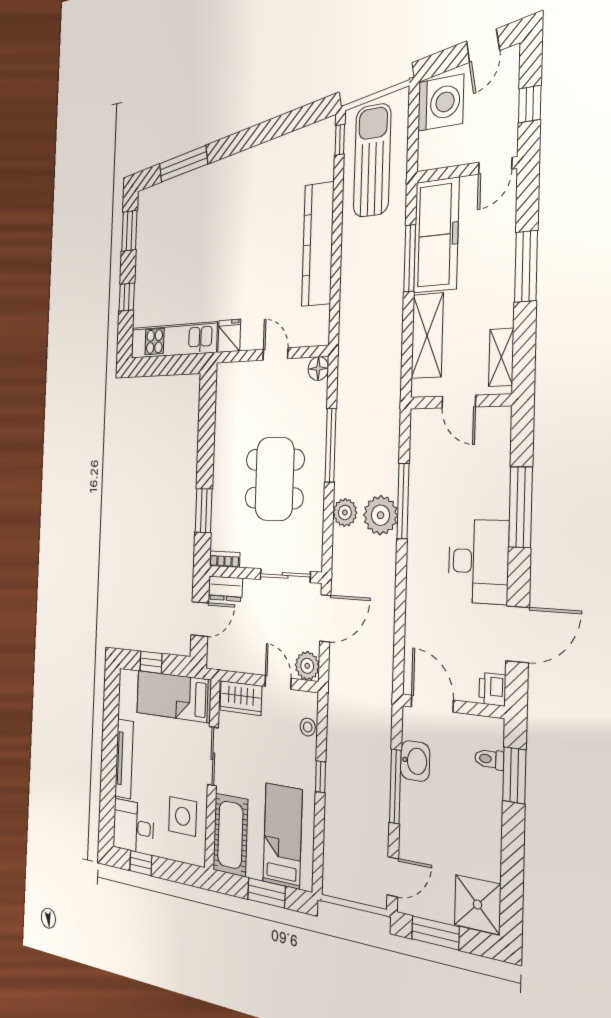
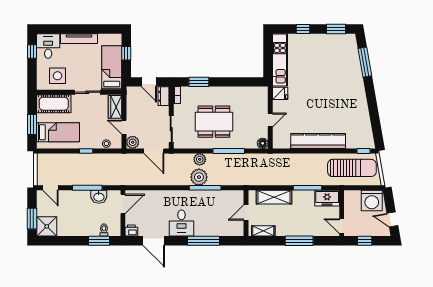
freezer: (436, 235) -> (327, 198), width x0.52, depth x0.79
desk: (478, 561) -> (181, 223), width x0.73
door: (278, 682) -> (124, 127), swing flipped
window: (435, 933) -> (32, 219), moved

